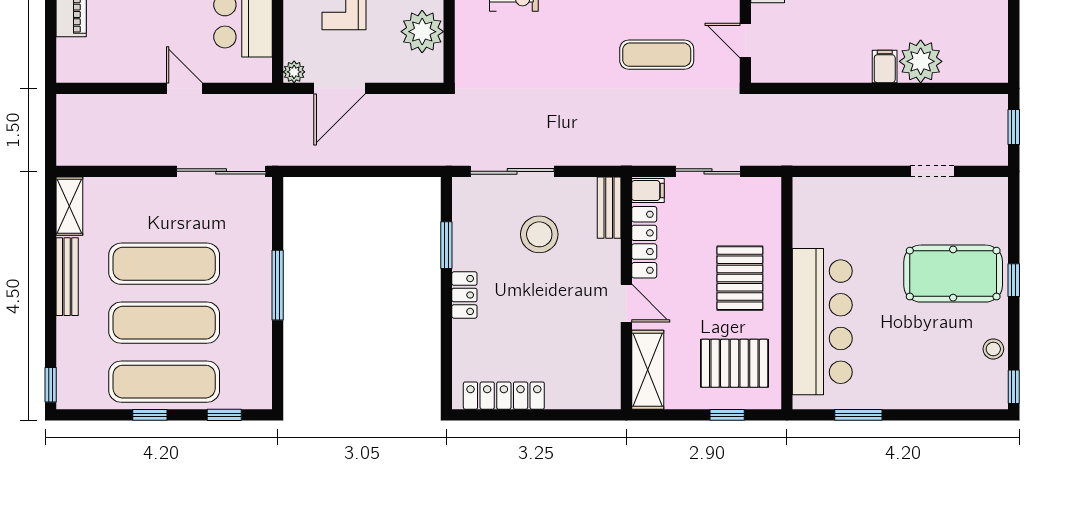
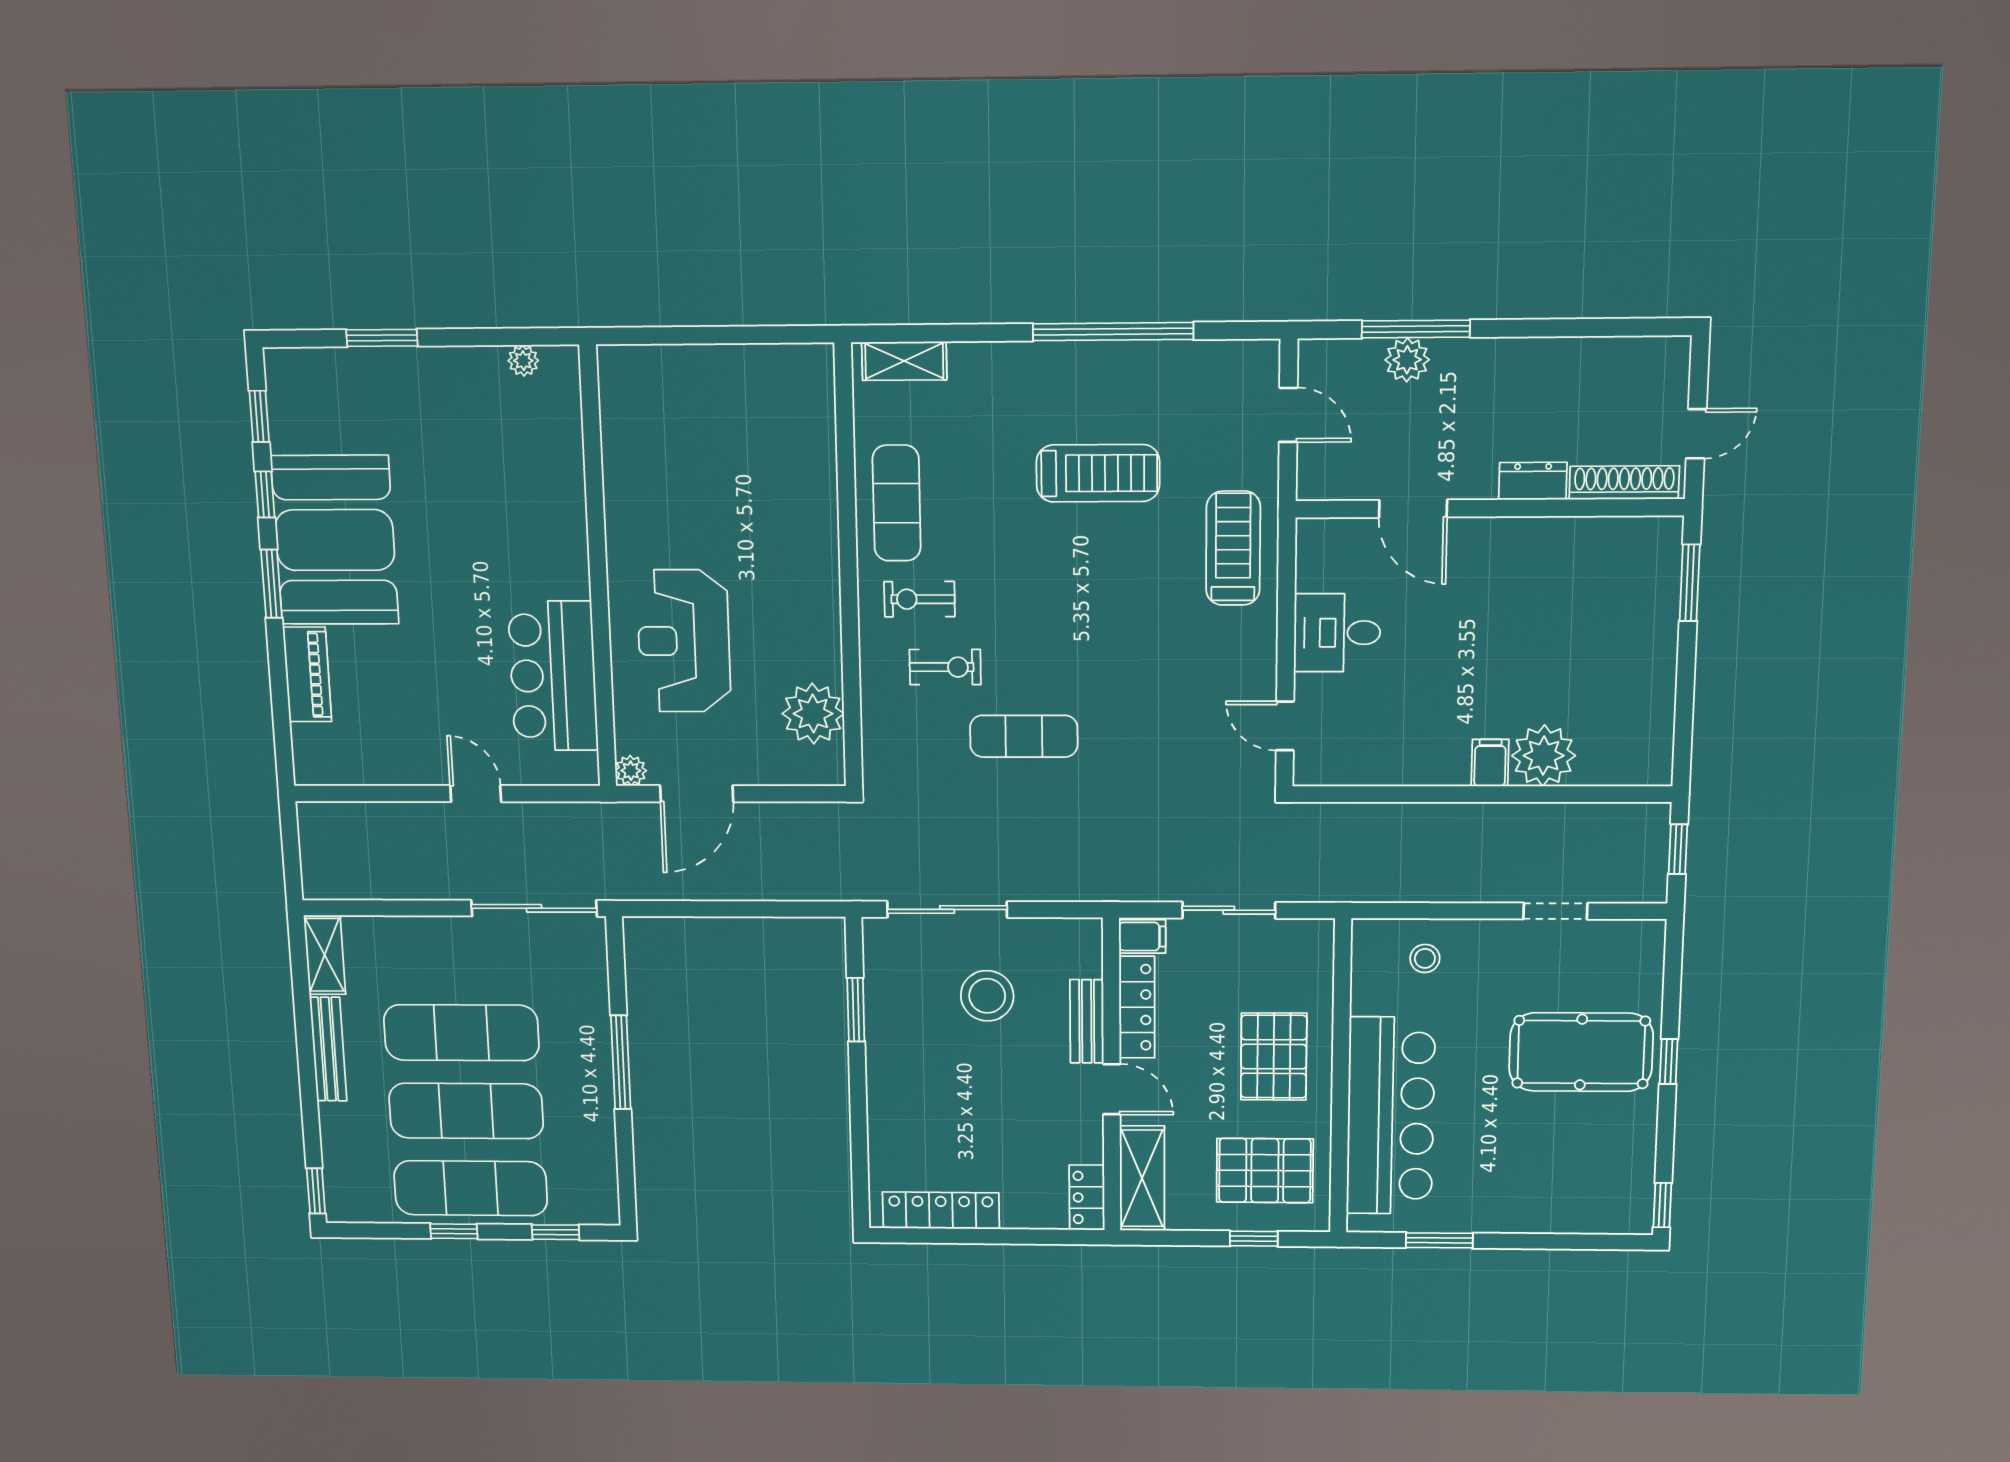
exercise mat: (657, 55) -> (1024, 736), moved
bench: (609, 208) -> (1087, 1021), moved
locker: (464, 295) -> (1087, 1198), moved, turned 180
stool: (993, 349) -> (1425, 958), moved

